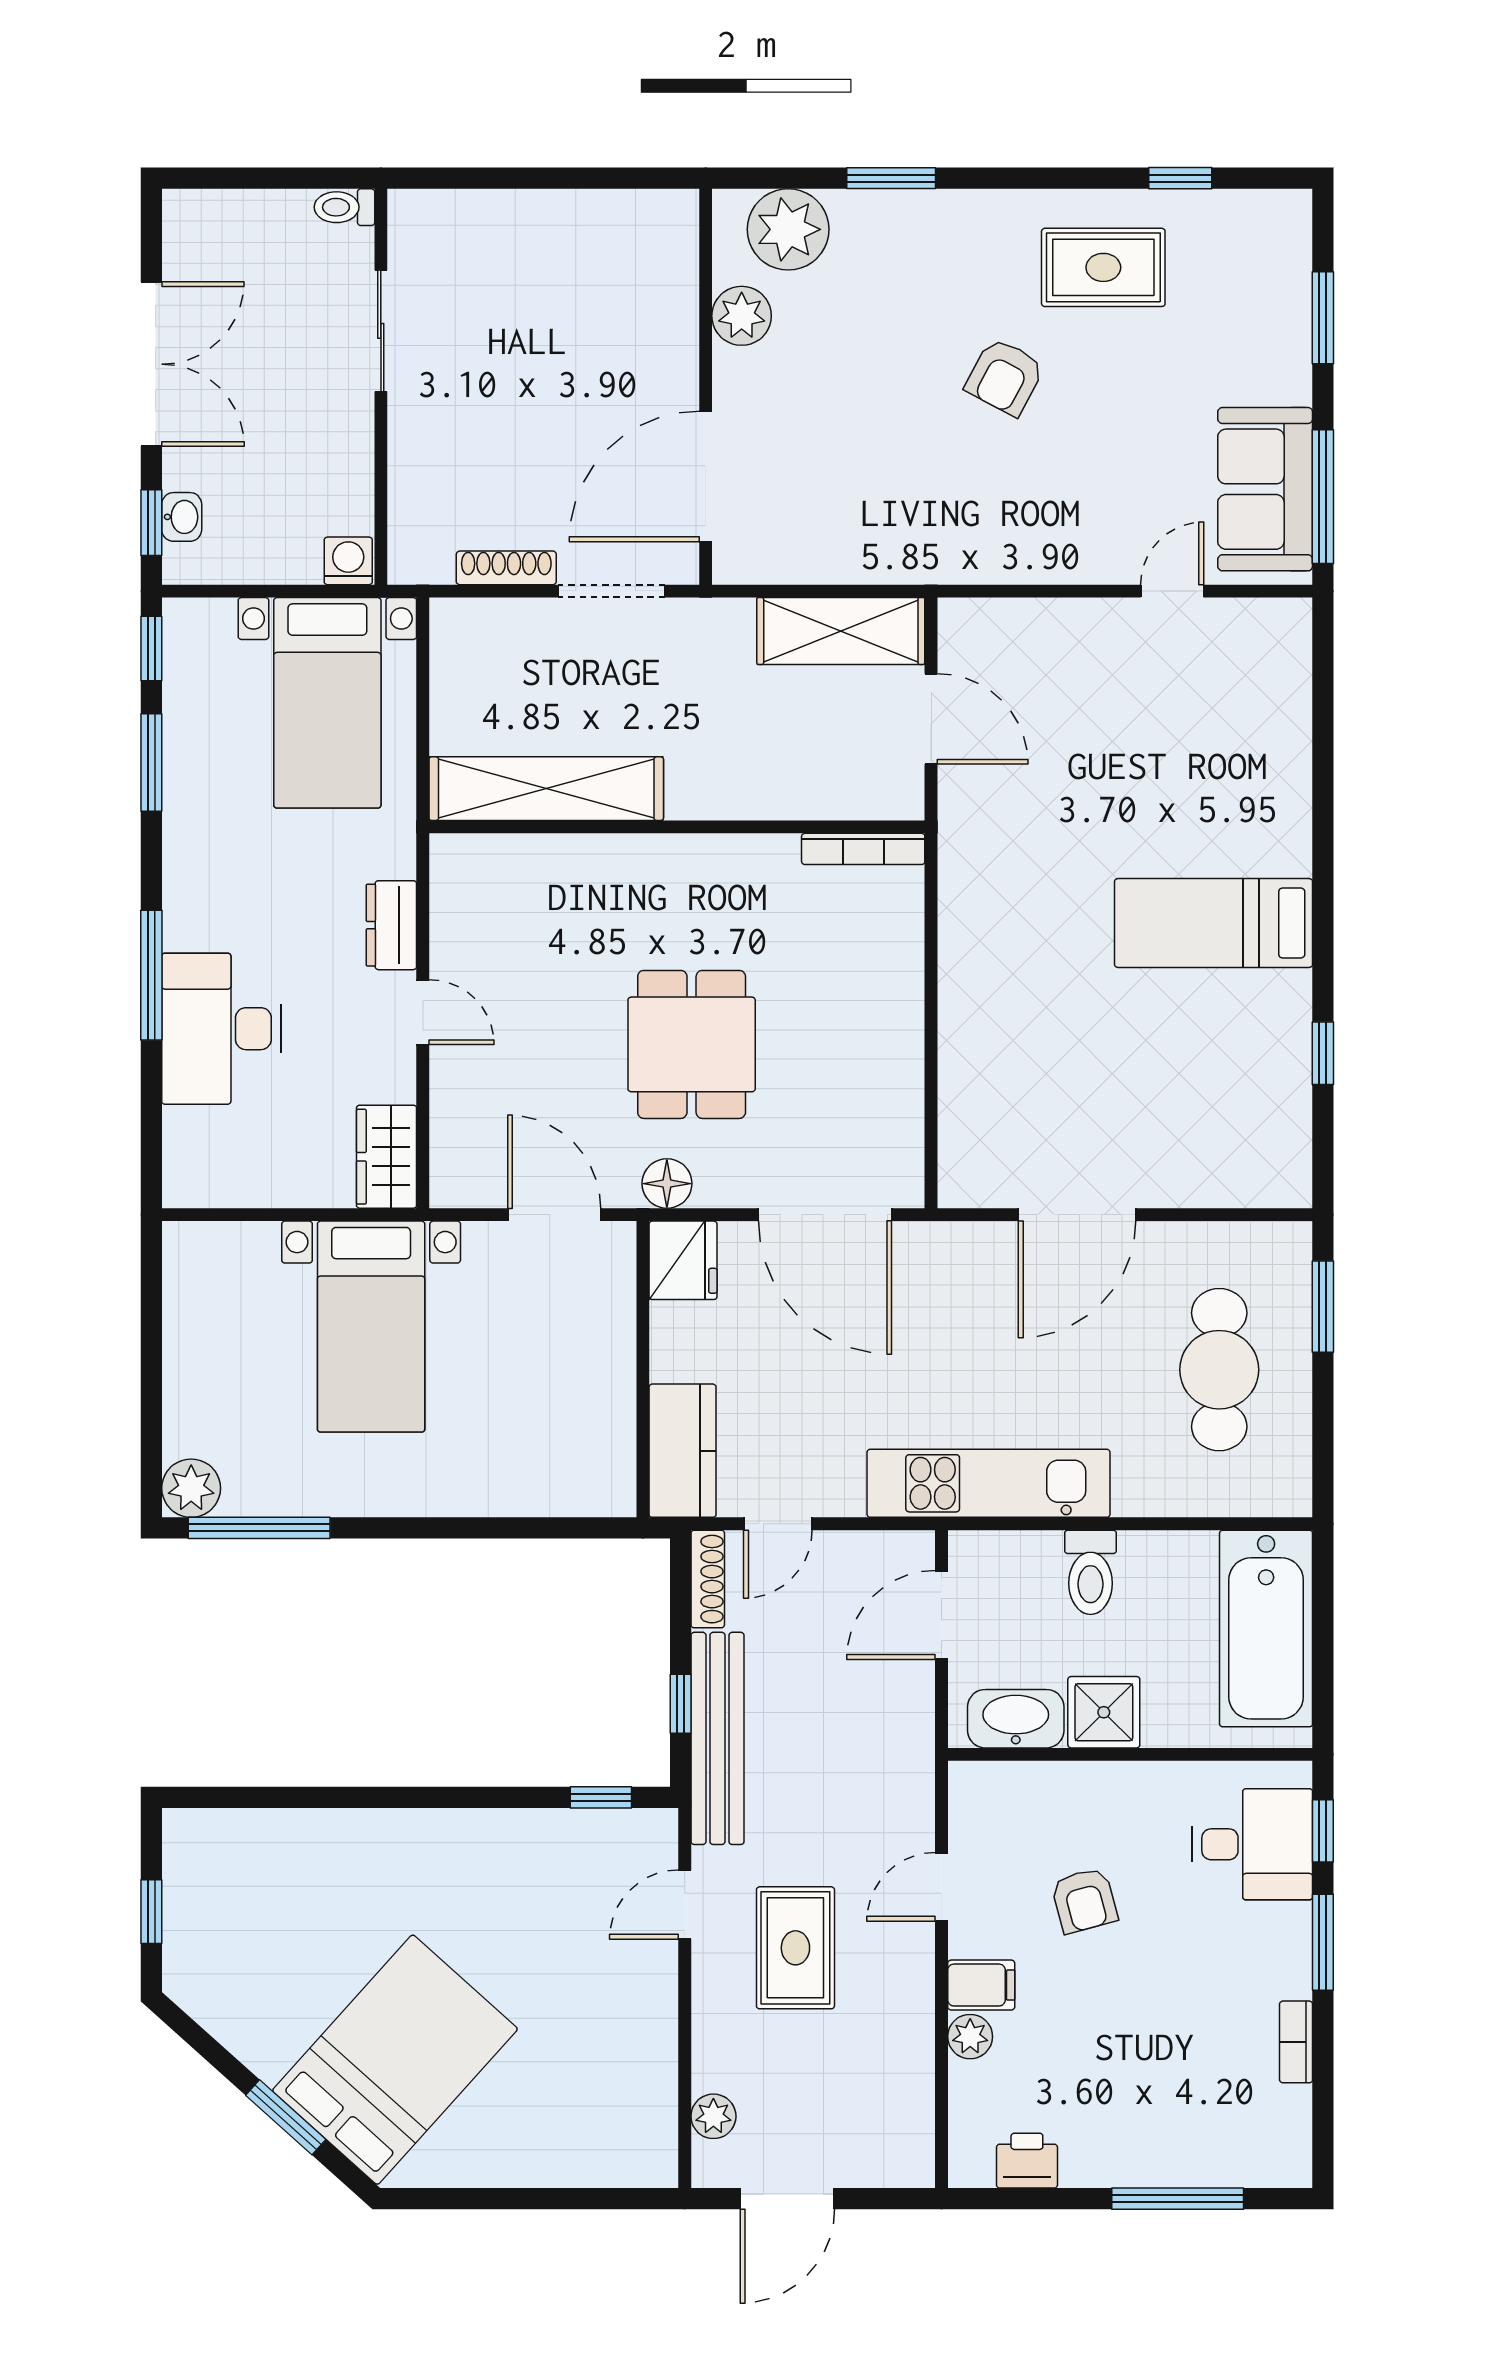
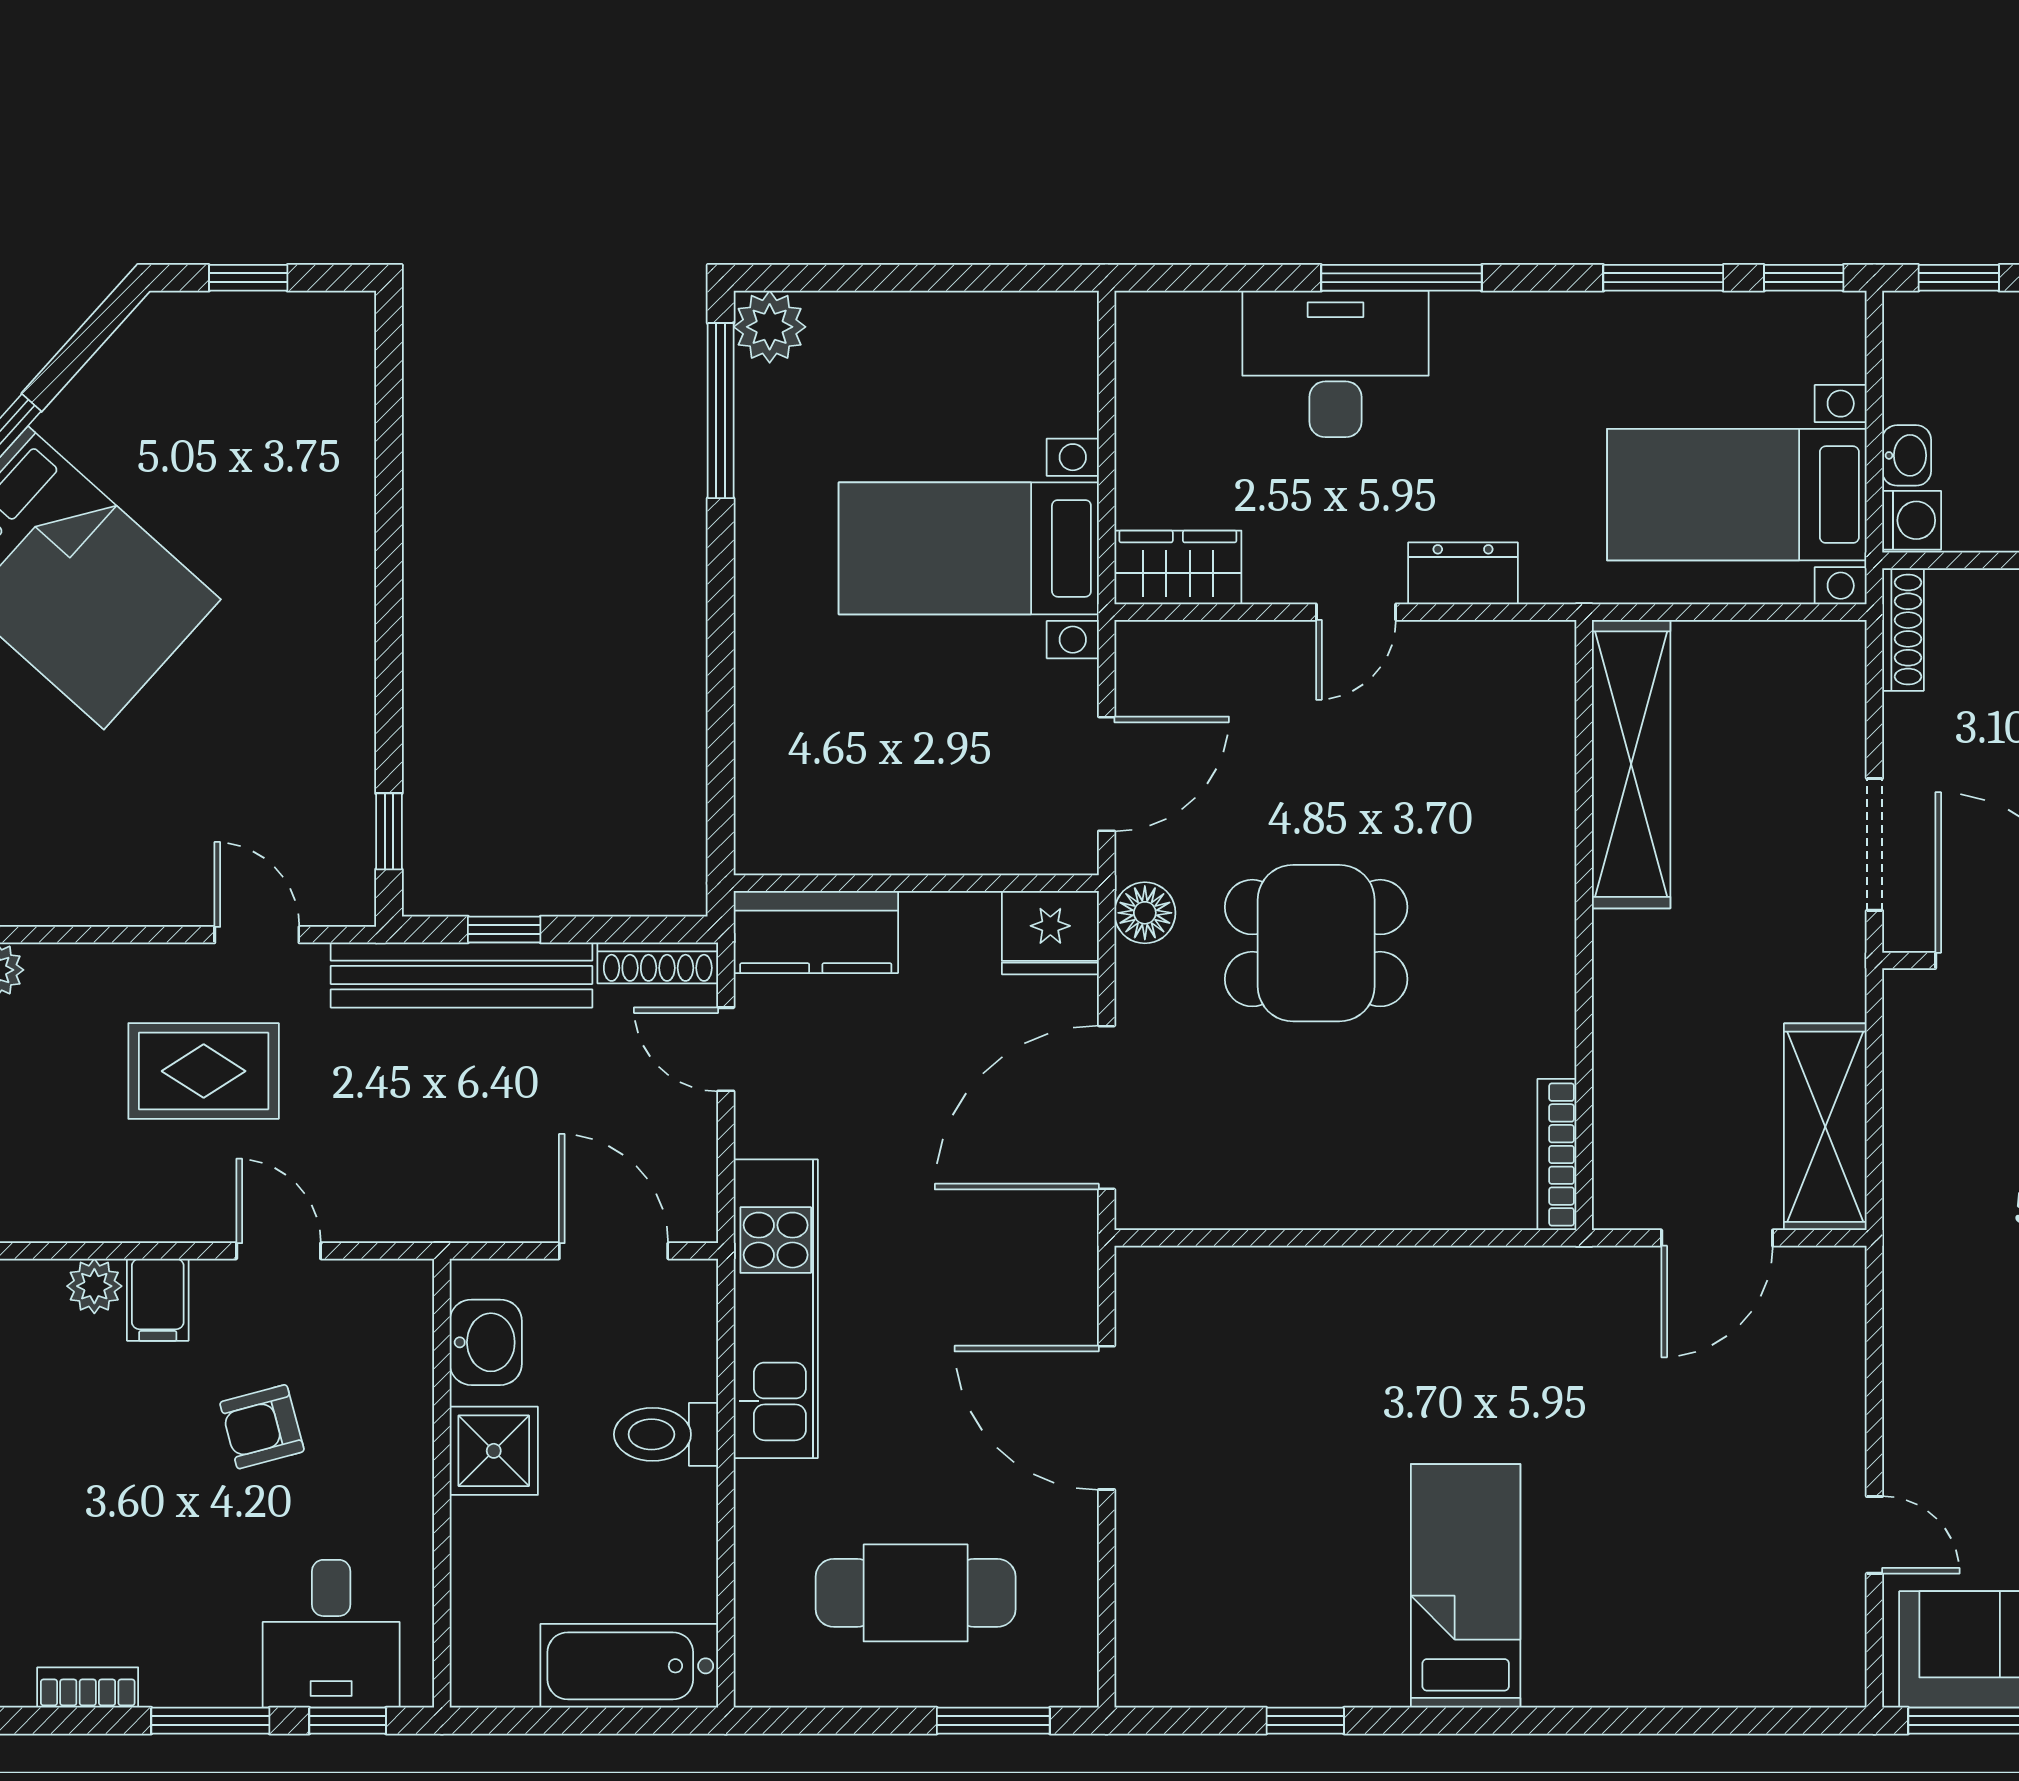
washbasin: (182, 517) -> (1907, 455), moved, turned -90
shoe rack: (506, 568) -> (1903, 630), moved
bathtub: (1266, 1629) -> (629, 1666), width x0.73, depth x0.73
washbasin: (1016, 1719) -> (486, 1342), width x0.72

